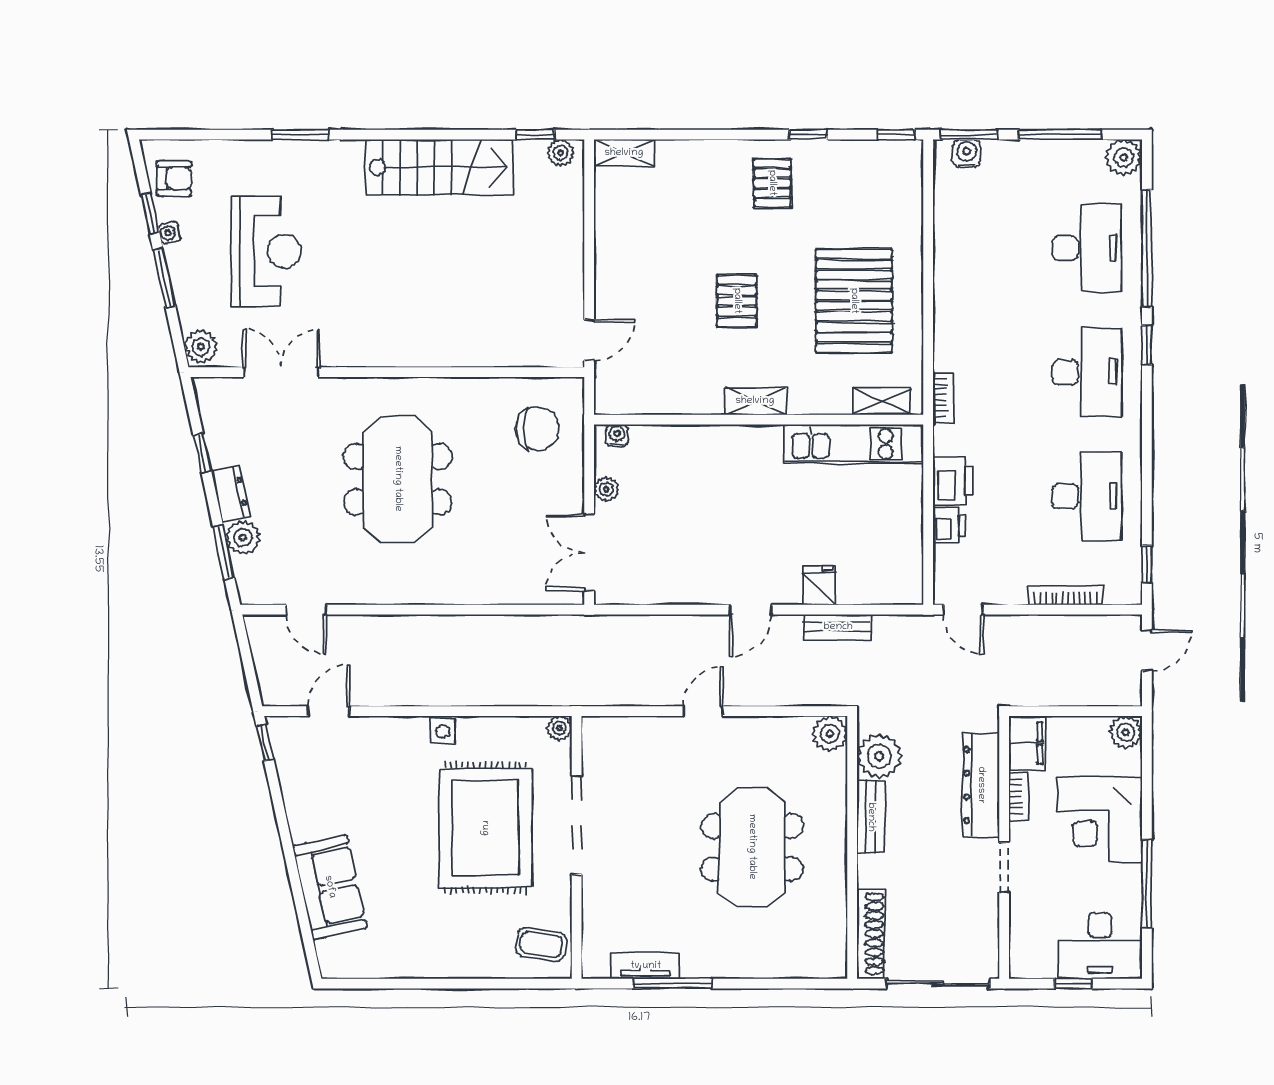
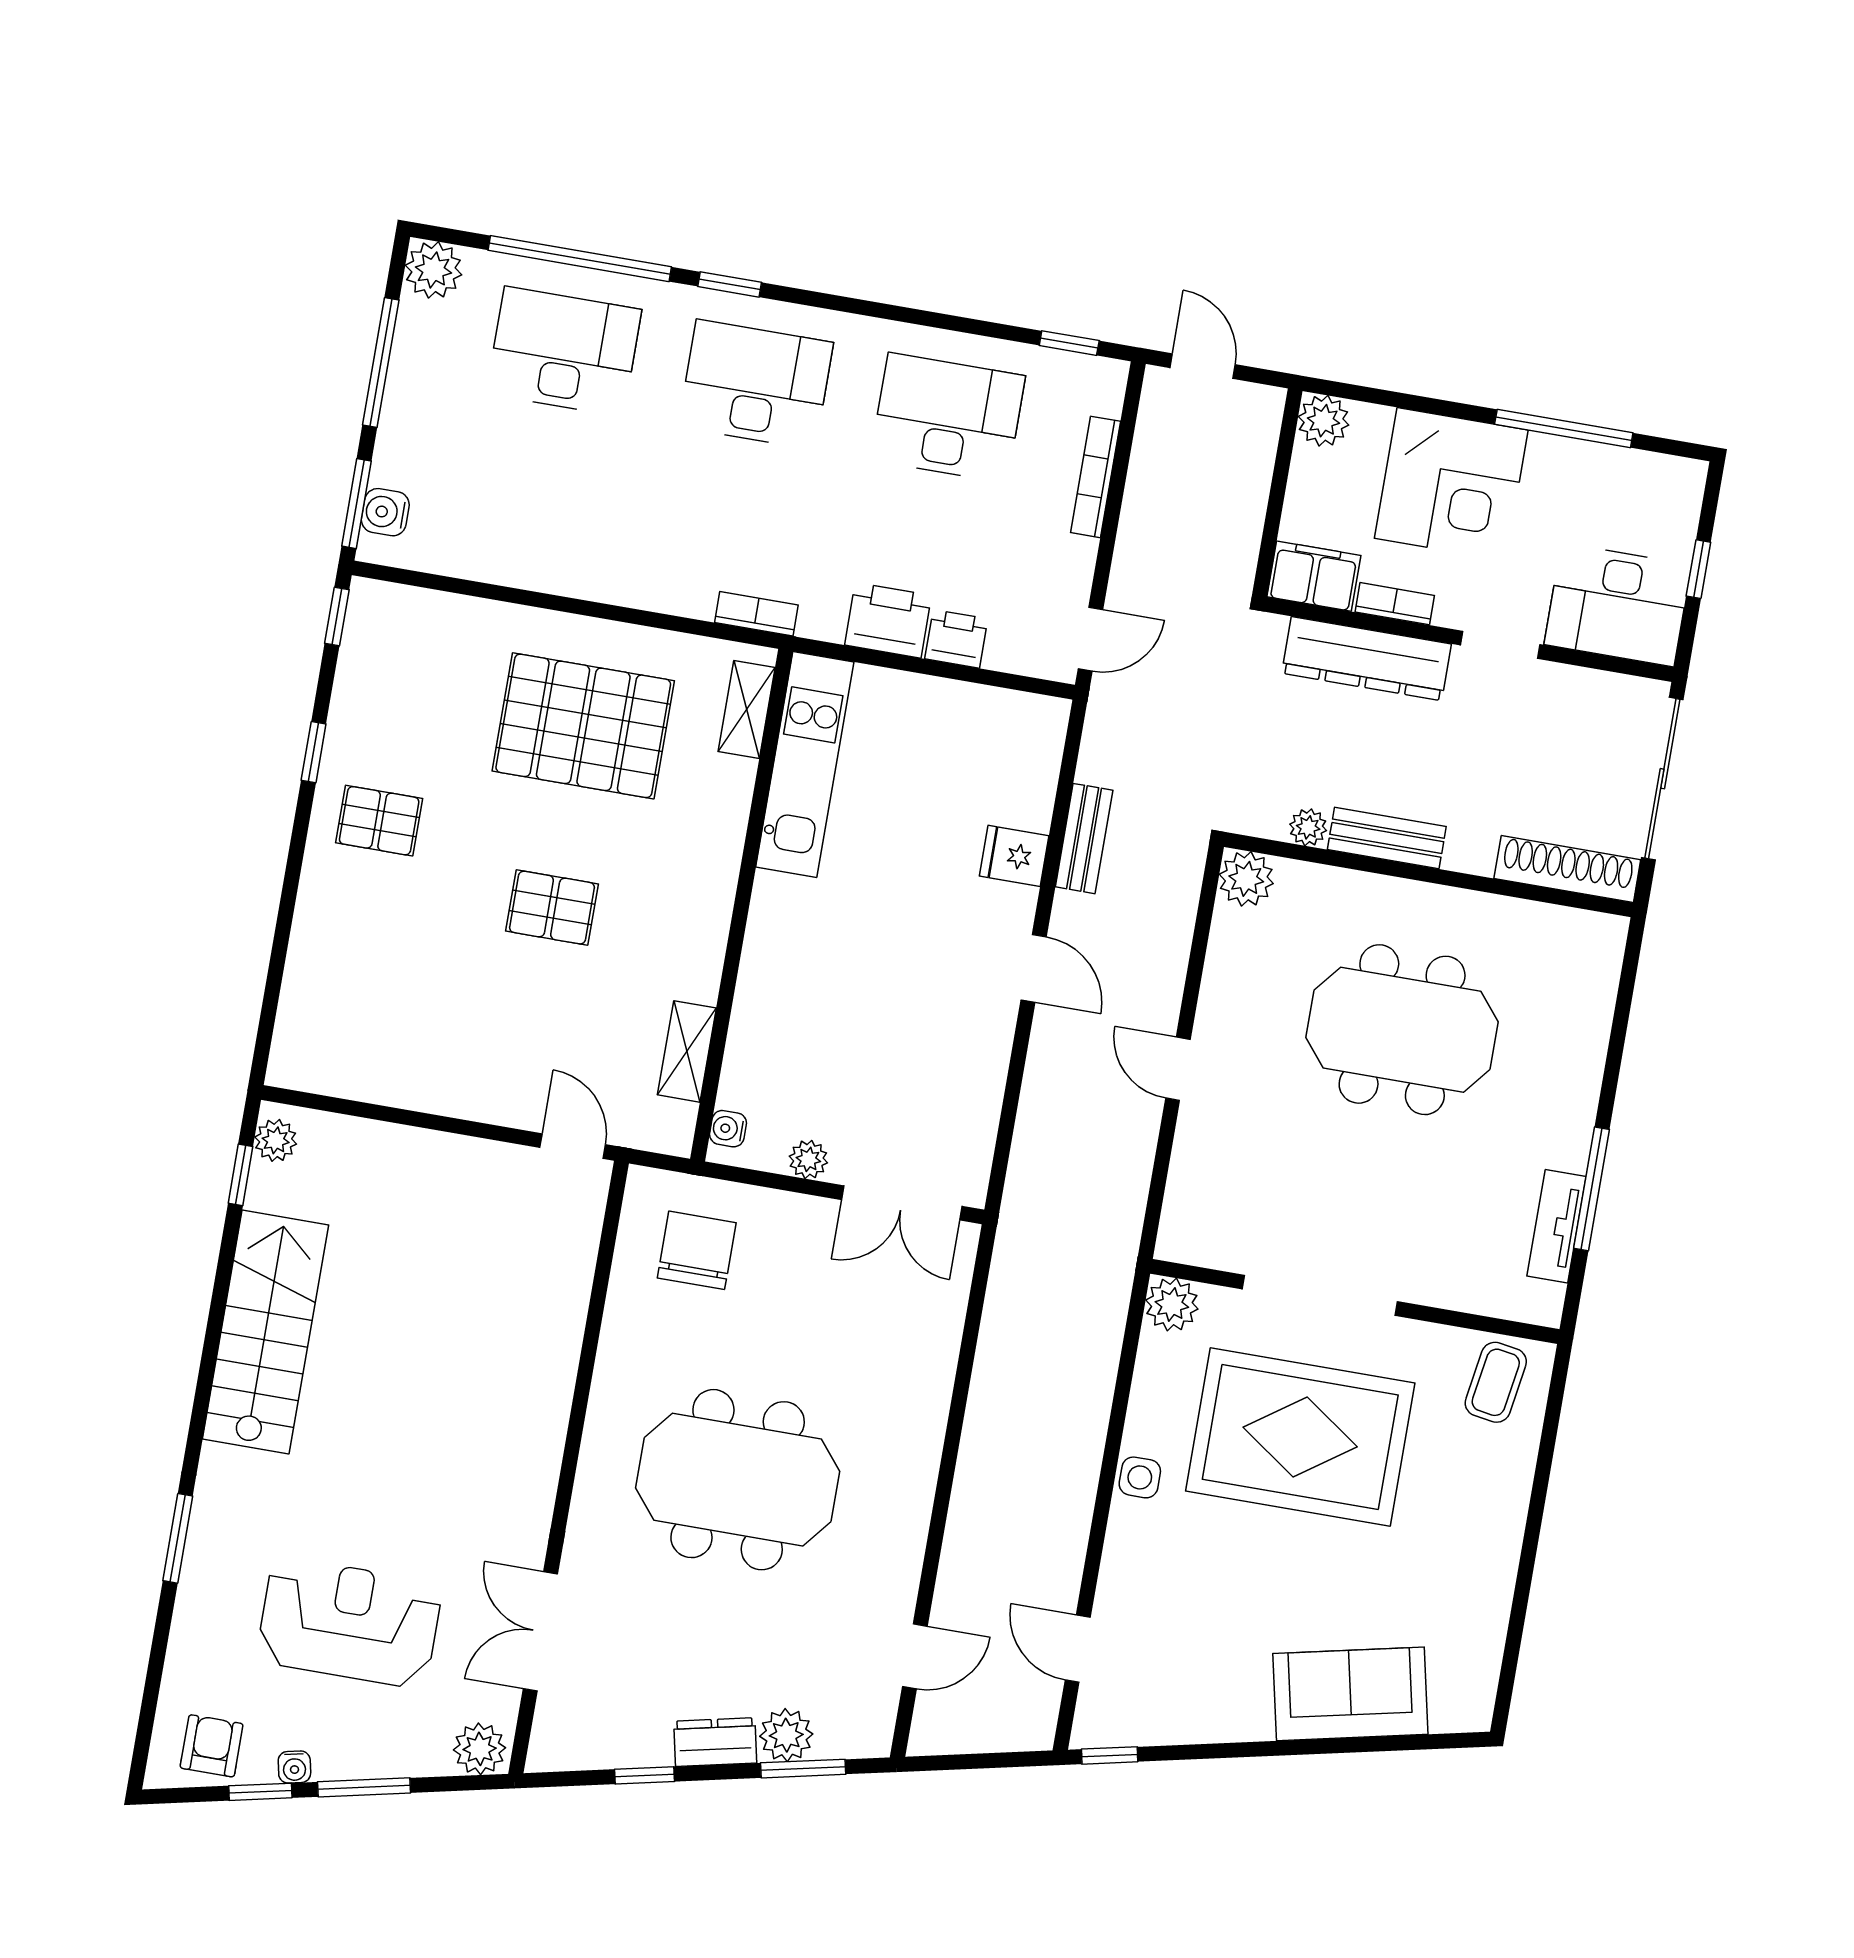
shelving: (624, 153) -> (293, 1042), removed
shelving: (755, 401) -> (687, 1051), moved
plant: (559, 728) -> (1172, 1304), width x1.38, depth x1.38
plant: (879, 756) -> (1308, 827), width x0.53, depth x0.53
desk: (1100, 946) -> (1618, 605), moved, turned 90

